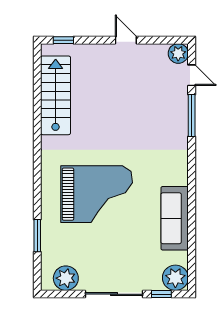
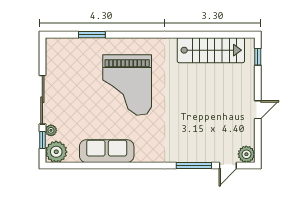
plant: (66, 278) -> (51, 130), moved, width x0.53, depth x0.53

